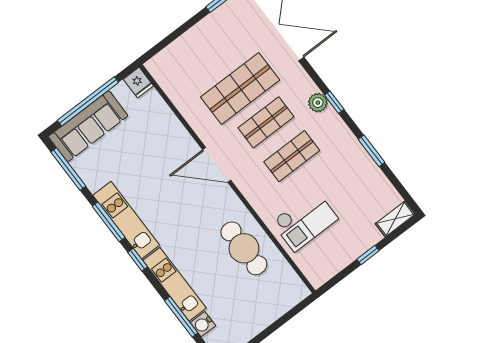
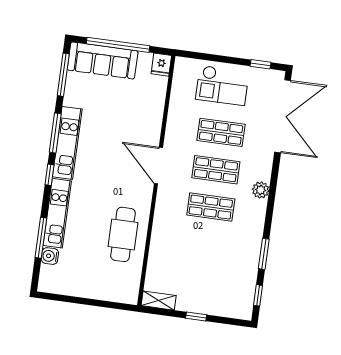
shop shelf: (240, 89) -> (221, 132), width x0.70, depth x0.74
window: (334, 102) -> (258, 295), moved
shelving: (395, 219) -> (159, 301), moved
checkout: (305, 220) -> (222, 85), moved

